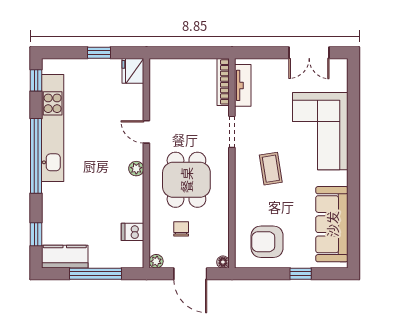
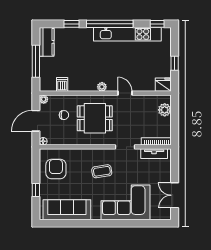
plant: (173, 69) -> (165, 110), added
door: (146, 132) -> (125, 93), hinge flipped
window: (36, 234) -> (72, 24), moved

